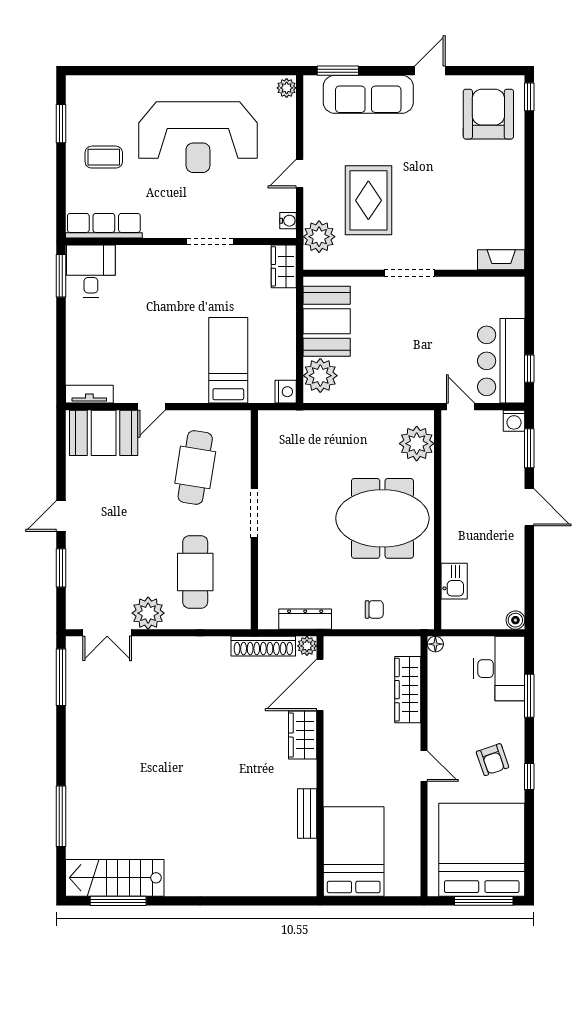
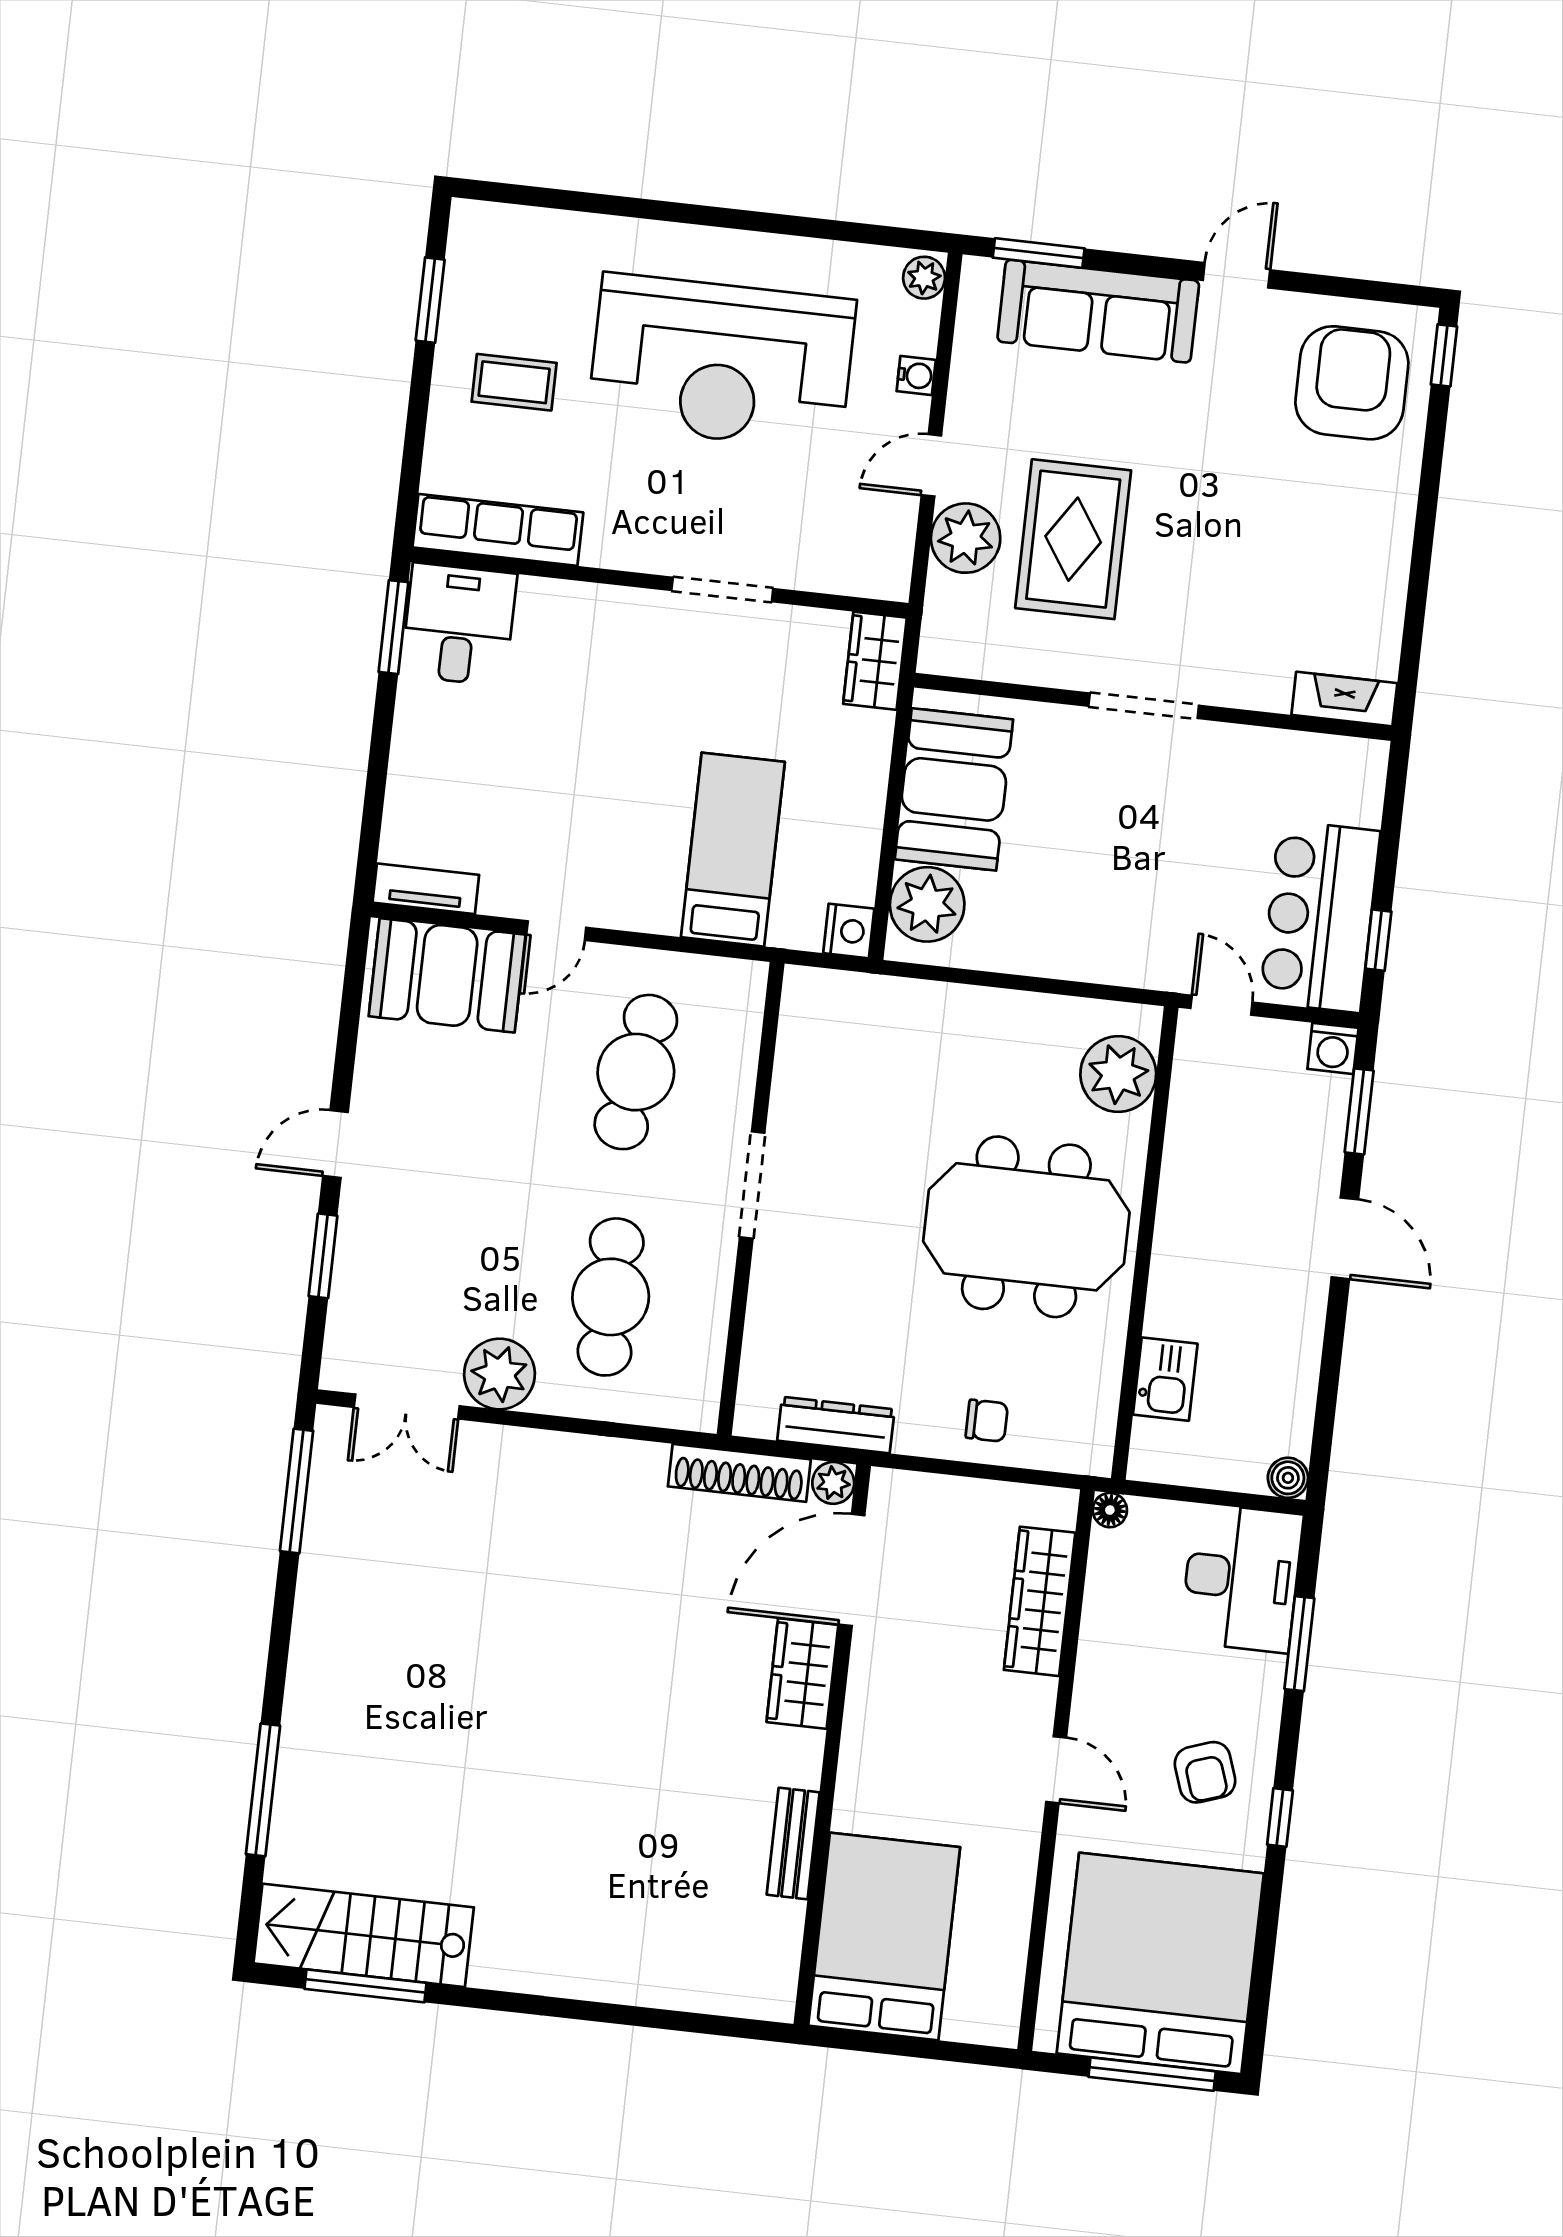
water cooler: (288, 221) -> (916, 376), moved
plant: (319, 237) -> (966, 538), moved

